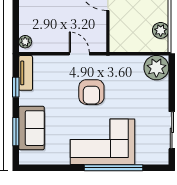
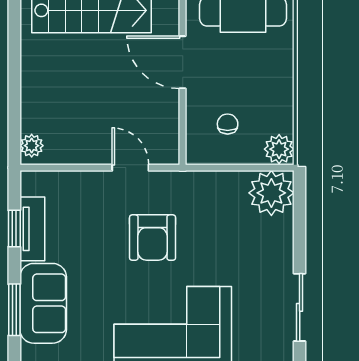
chair: (132, 30) -> (228, 124), added
plant: (161, 30) -> (279, 149), moved
tv unit: (26, 73) -> (32, 229), moved

